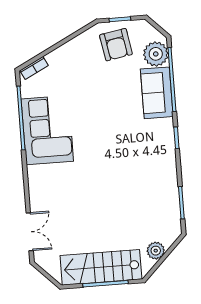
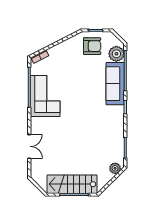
armchair: (116, 45) -> (92, 46), turned -80
sofa: (157, 93) -> (115, 84), width x1.36
double door: (30, 232) -> (29, 146), moved
plant: (156, 251) -> (115, 168), moved

